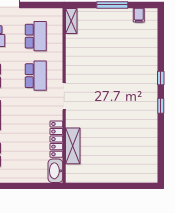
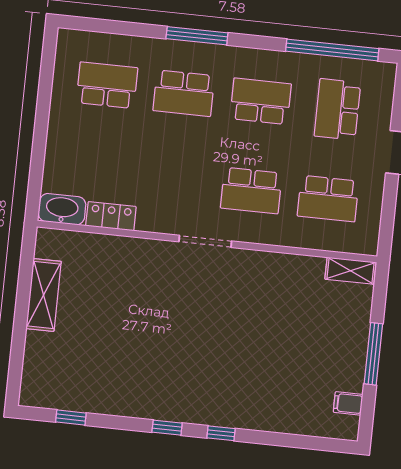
locker: (56, 139) -> (111, 216), width x0.66
shelving: (73, 146) -> (44, 295), moved, turned 90
window: (161, 155) -> (71, 417), added

